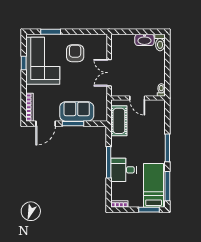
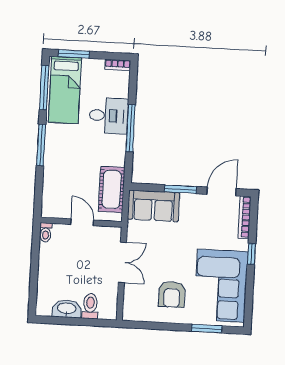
toilet: (160, 42) -> (90, 306), moved
window: (24, 63) -> (251, 254), moved
sofa: (77, 111) -> (153, 206), moved

